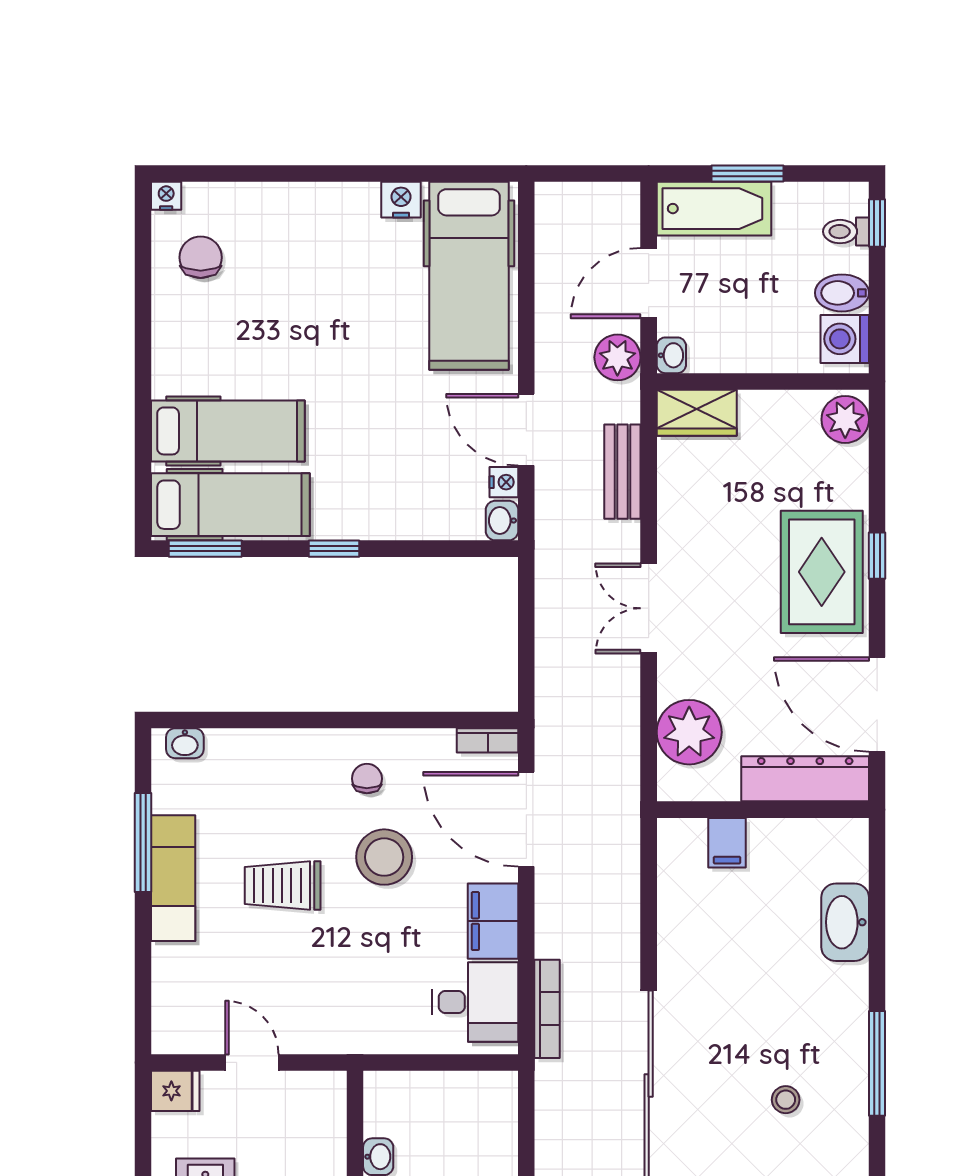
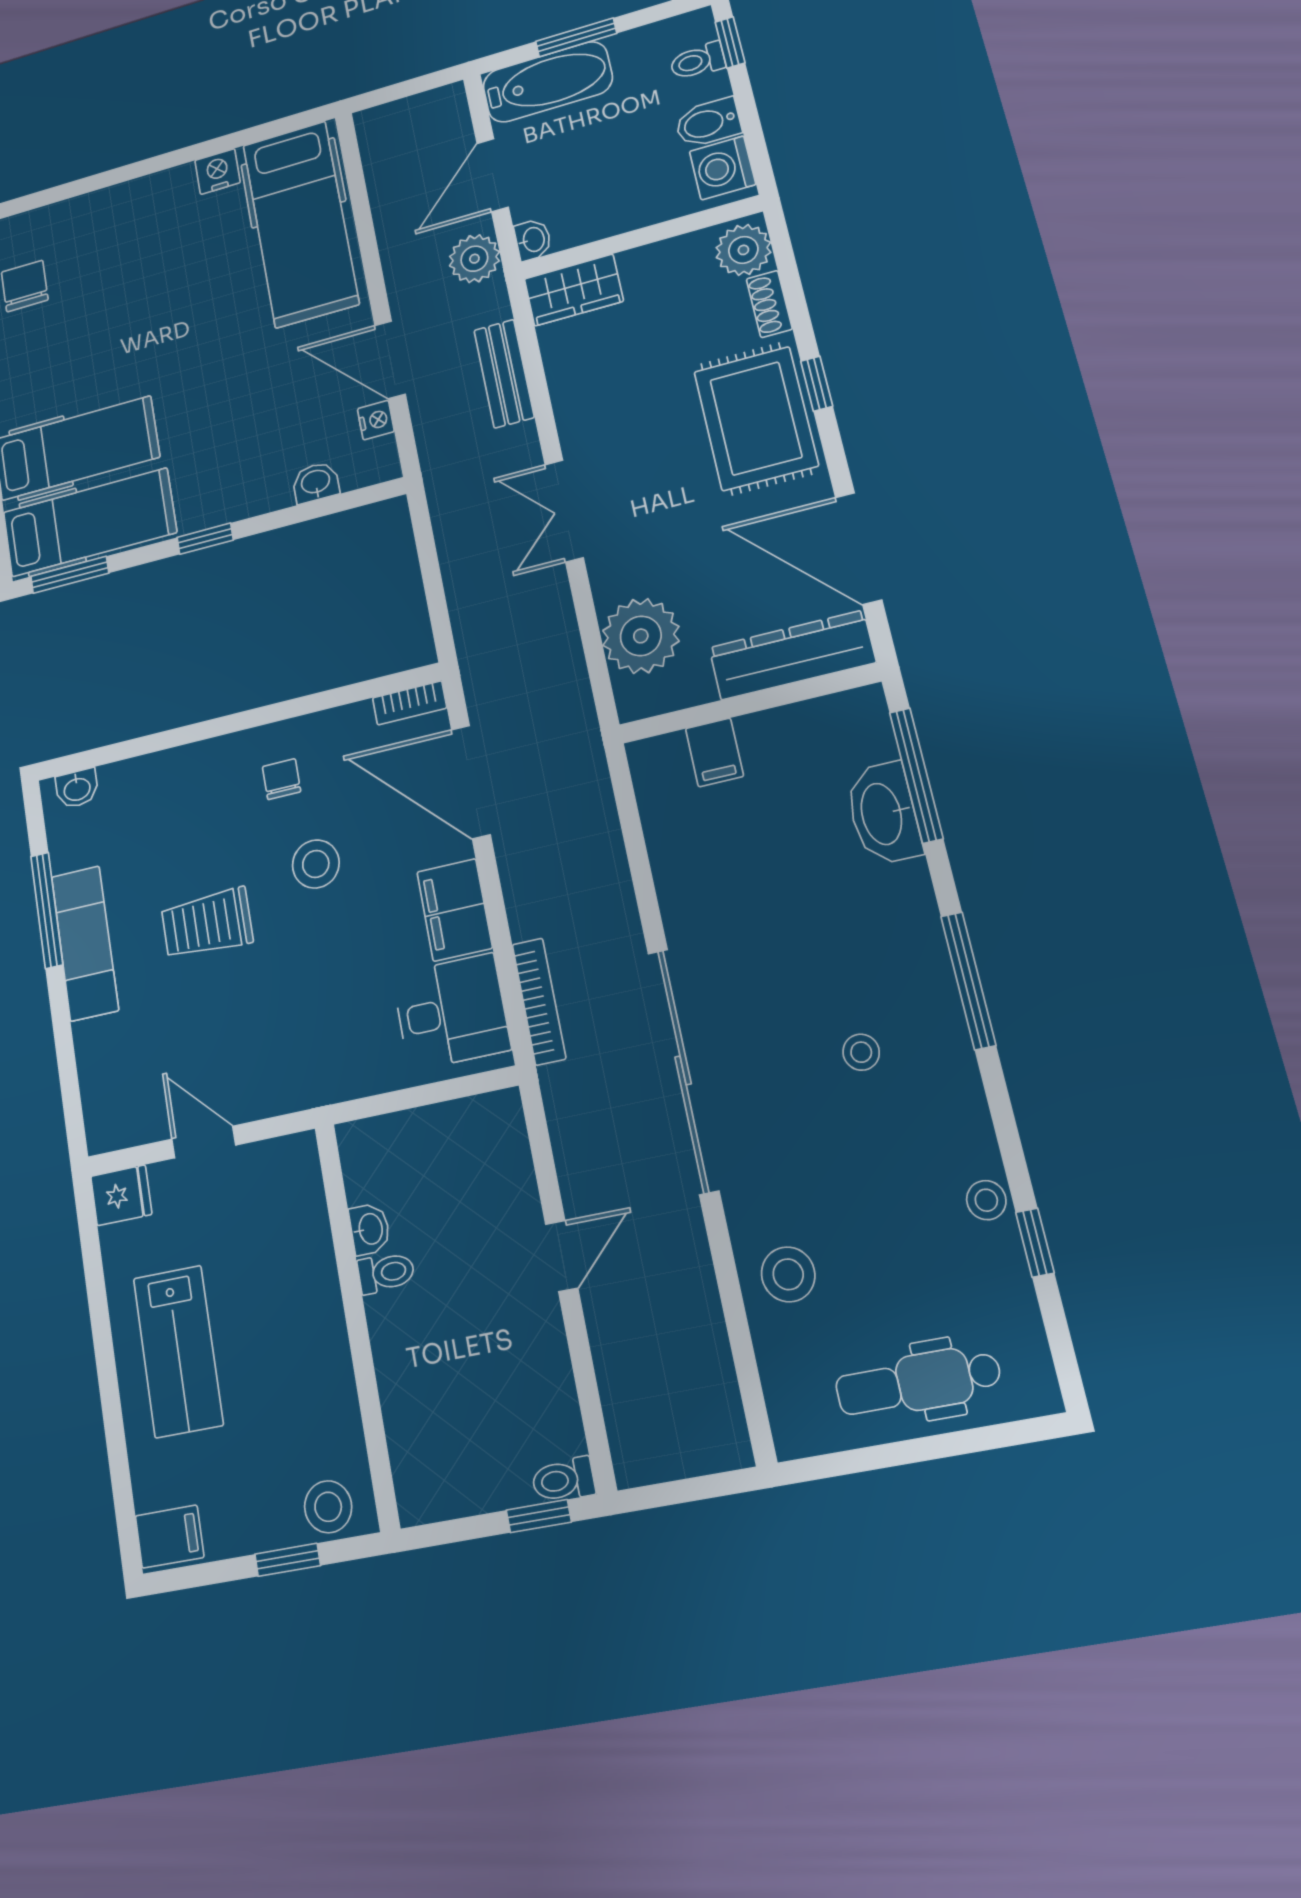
shoe rack: (855, 474) -> (769, 304), added
washbasin: (502, 521) -> (316, 483), moved, turned 90
stool: (384, 857) -> (316, 864), width x0.73, depth x0.73
window: (877, 898) -> (916, 775), added

